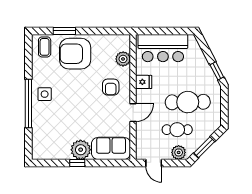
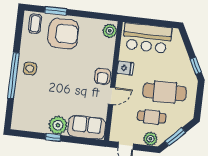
armchair: (75, 54) -> (63, 34), turned 180
plant: (123, 59) -> (110, 31), moved
armchair: (111, 87) -> (103, 76), moved

